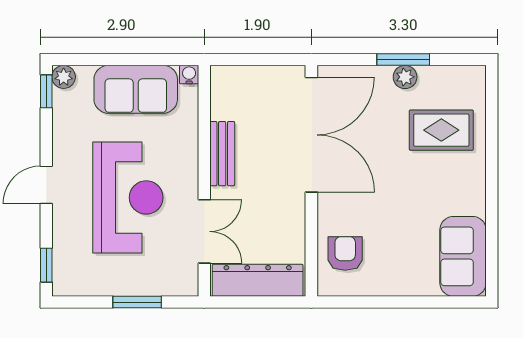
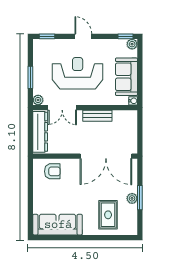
reception desk: (128, 197) -> (78, 73), turned 180
sofa: (463, 256) -> (58, 225), width x1.36
plant: (187, 285) -> (38, 100), added

